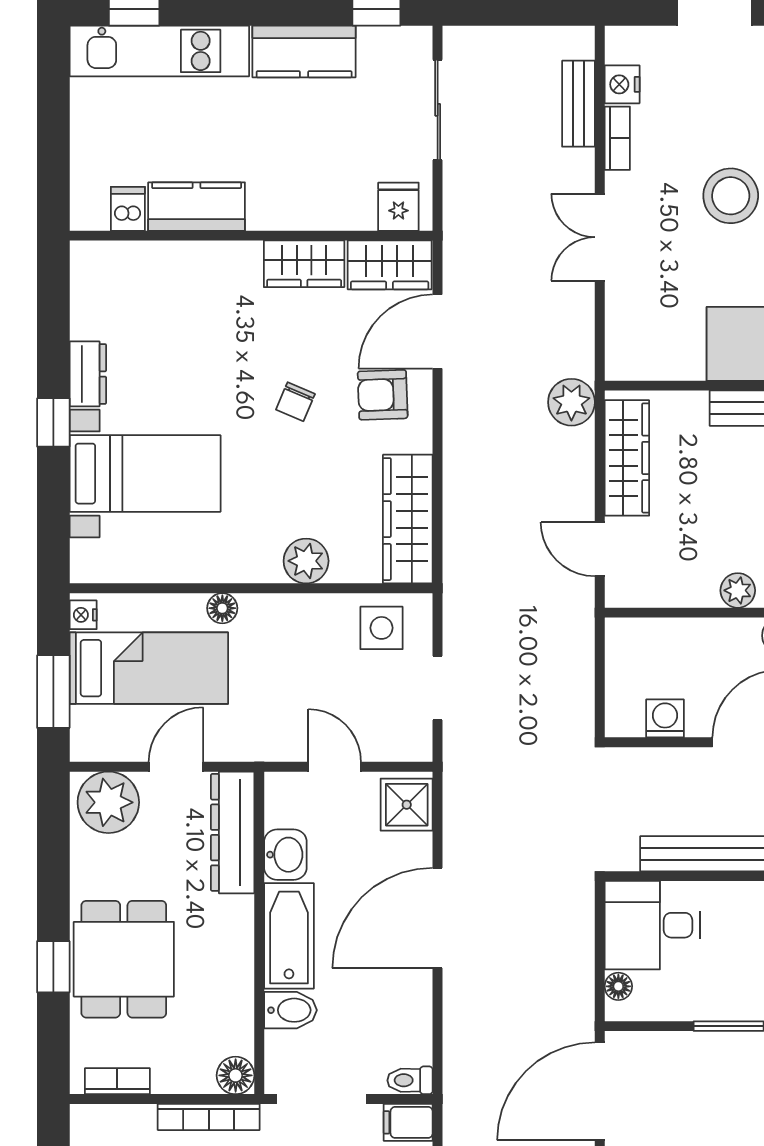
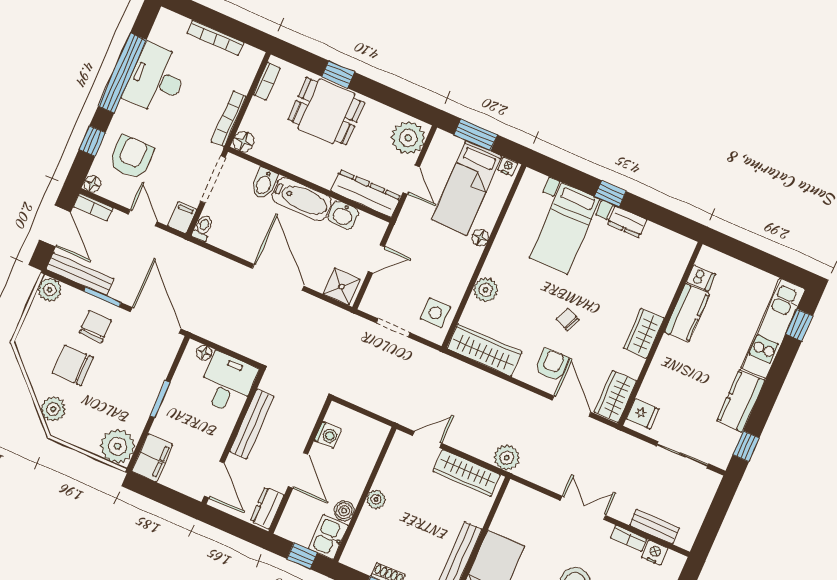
wardrobe: (304, 264) -> (644, 333), moved

